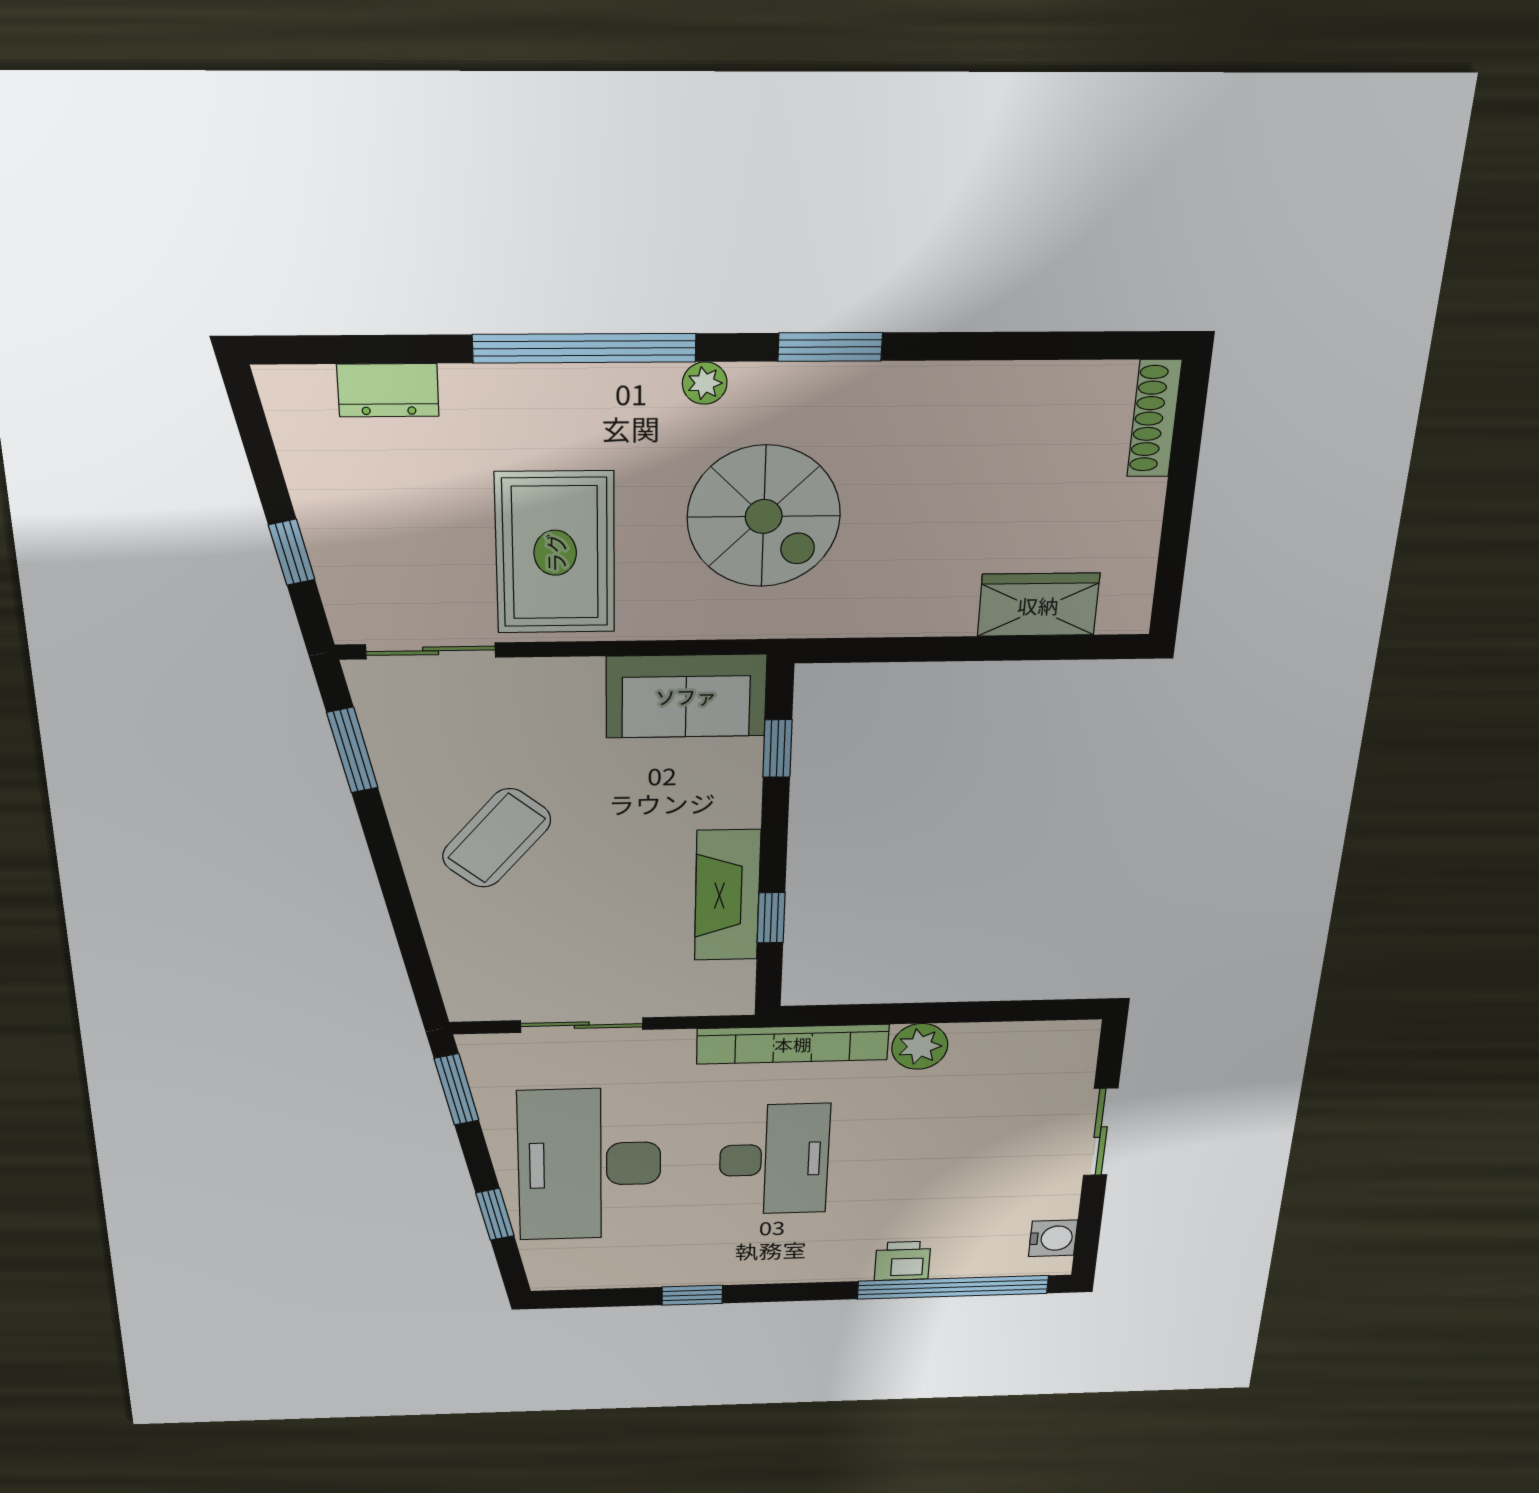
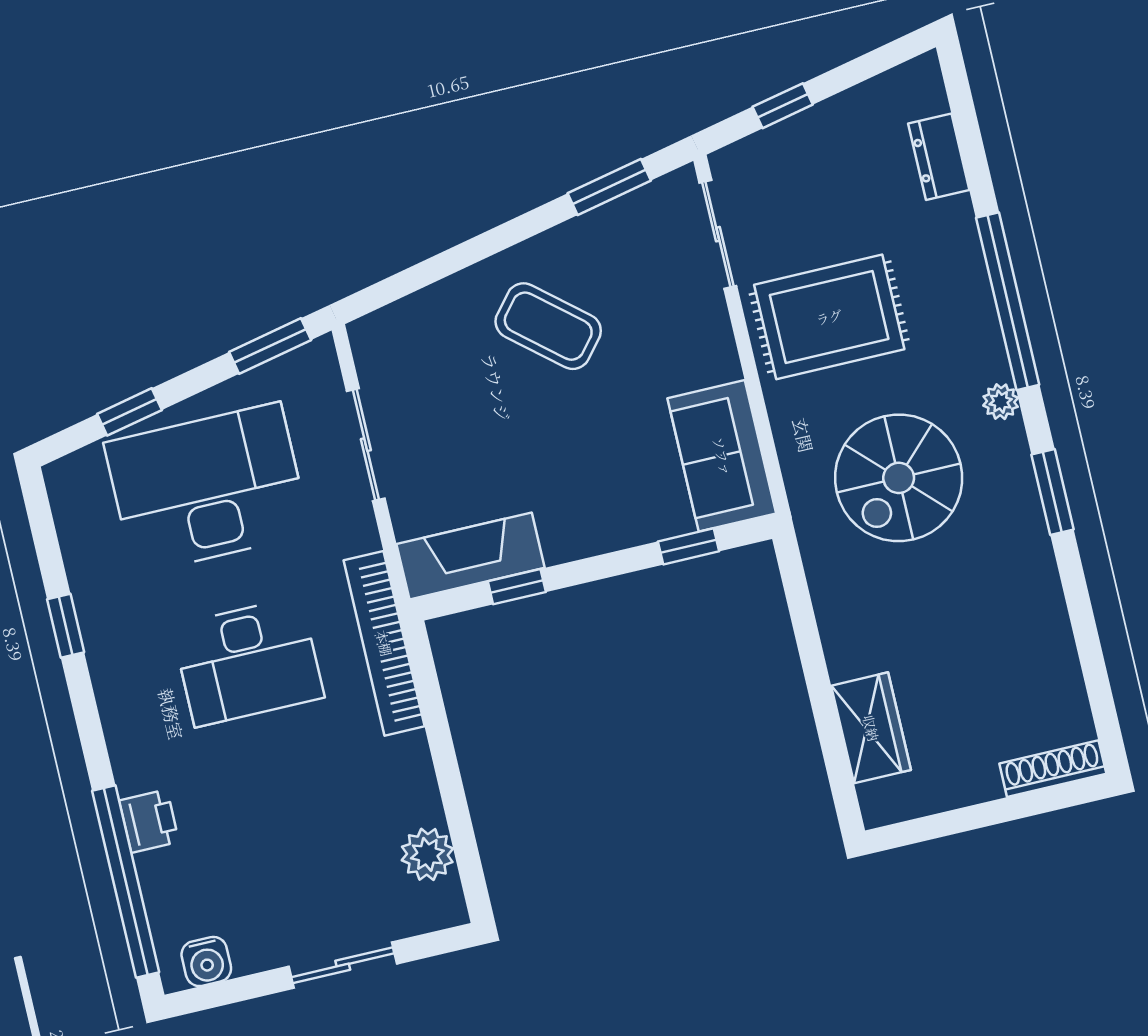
fireplace: (727, 895) -> (471, 556), moved
plant: (920, 1046) -> (427, 854), moved

